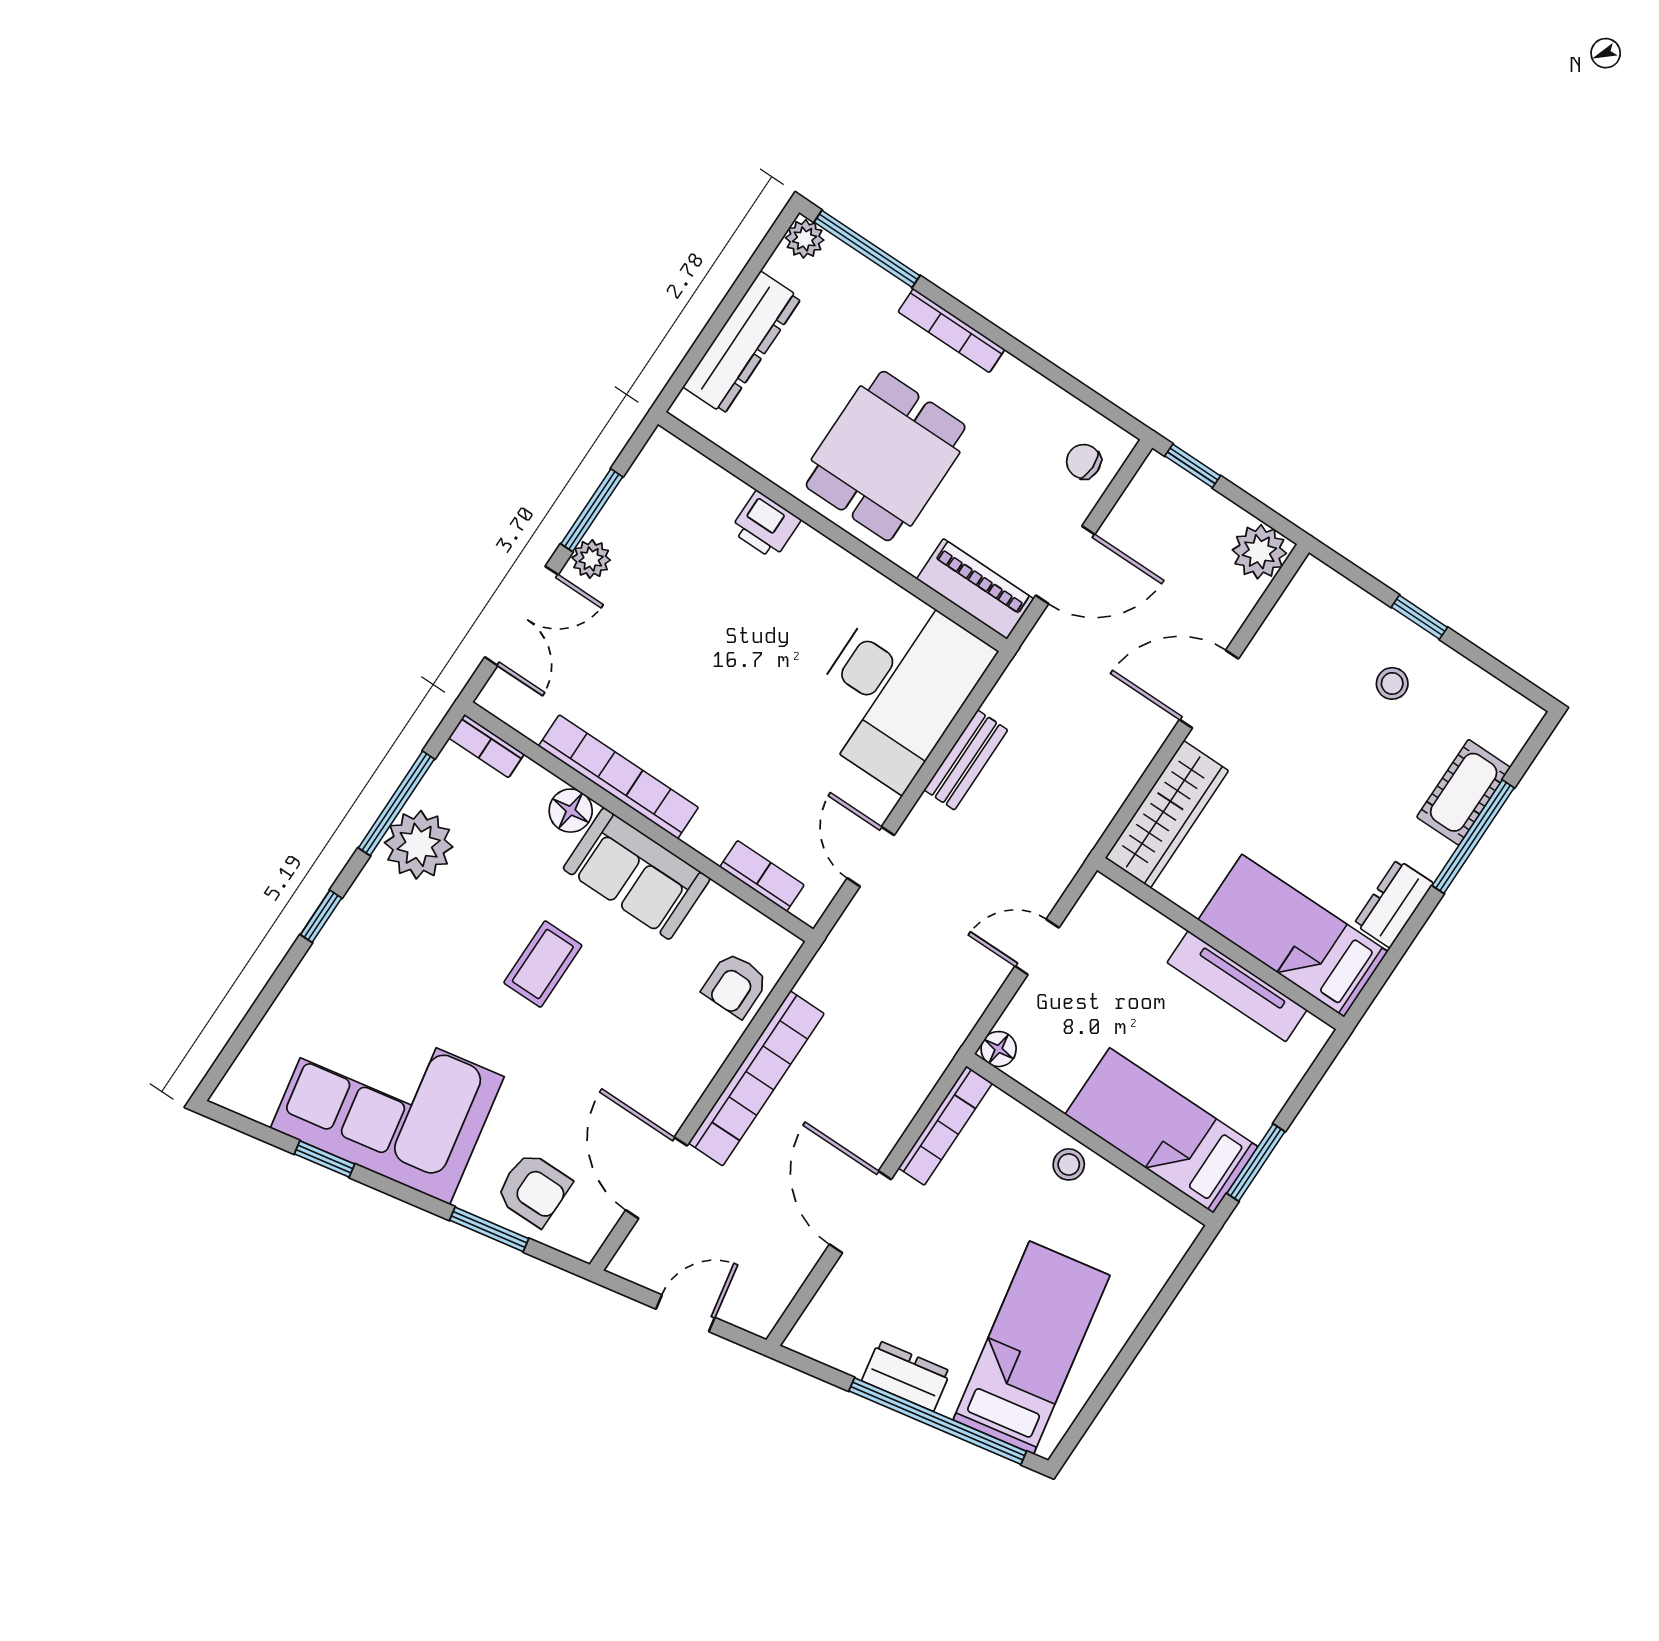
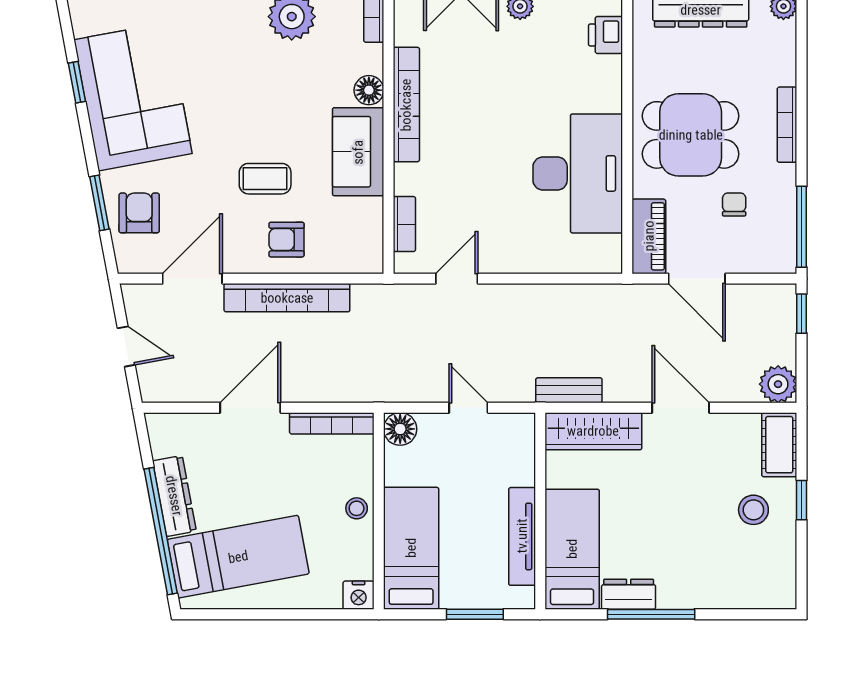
window: (867, 249) -> (802, 227), moved
chair: (1084, 461) -> (734, 204), moved
printer: (765, 525) -> (606, 35), moved
stool: (1392, 683) -> (753, 510), width x1.37, depth x1.37
desk: (897, 688) -> (578, 173), moved, turned -90
bench: (966, 760) -> (569, 390), moved
cot: (1464, 792) -> (779, 445), moved, turned 90
window: (1473, 837) -> (651, 614), moved
coffee table: (543, 964) -> (265, 179), moved
armchair: (735, 985) -> (286, 240), moved
floor lamp: (999, 1049) -> (400, 429), width x1.37, depth x1.37
window: (1256, 1163) -> (475, 614), moved
armchair: (534, 1189) -> (139, 213), turned 180
nightstand: (1176, 1232) -> (359, 595), added
dresser: (906, 1376) -> (174, 496), width x1.44

